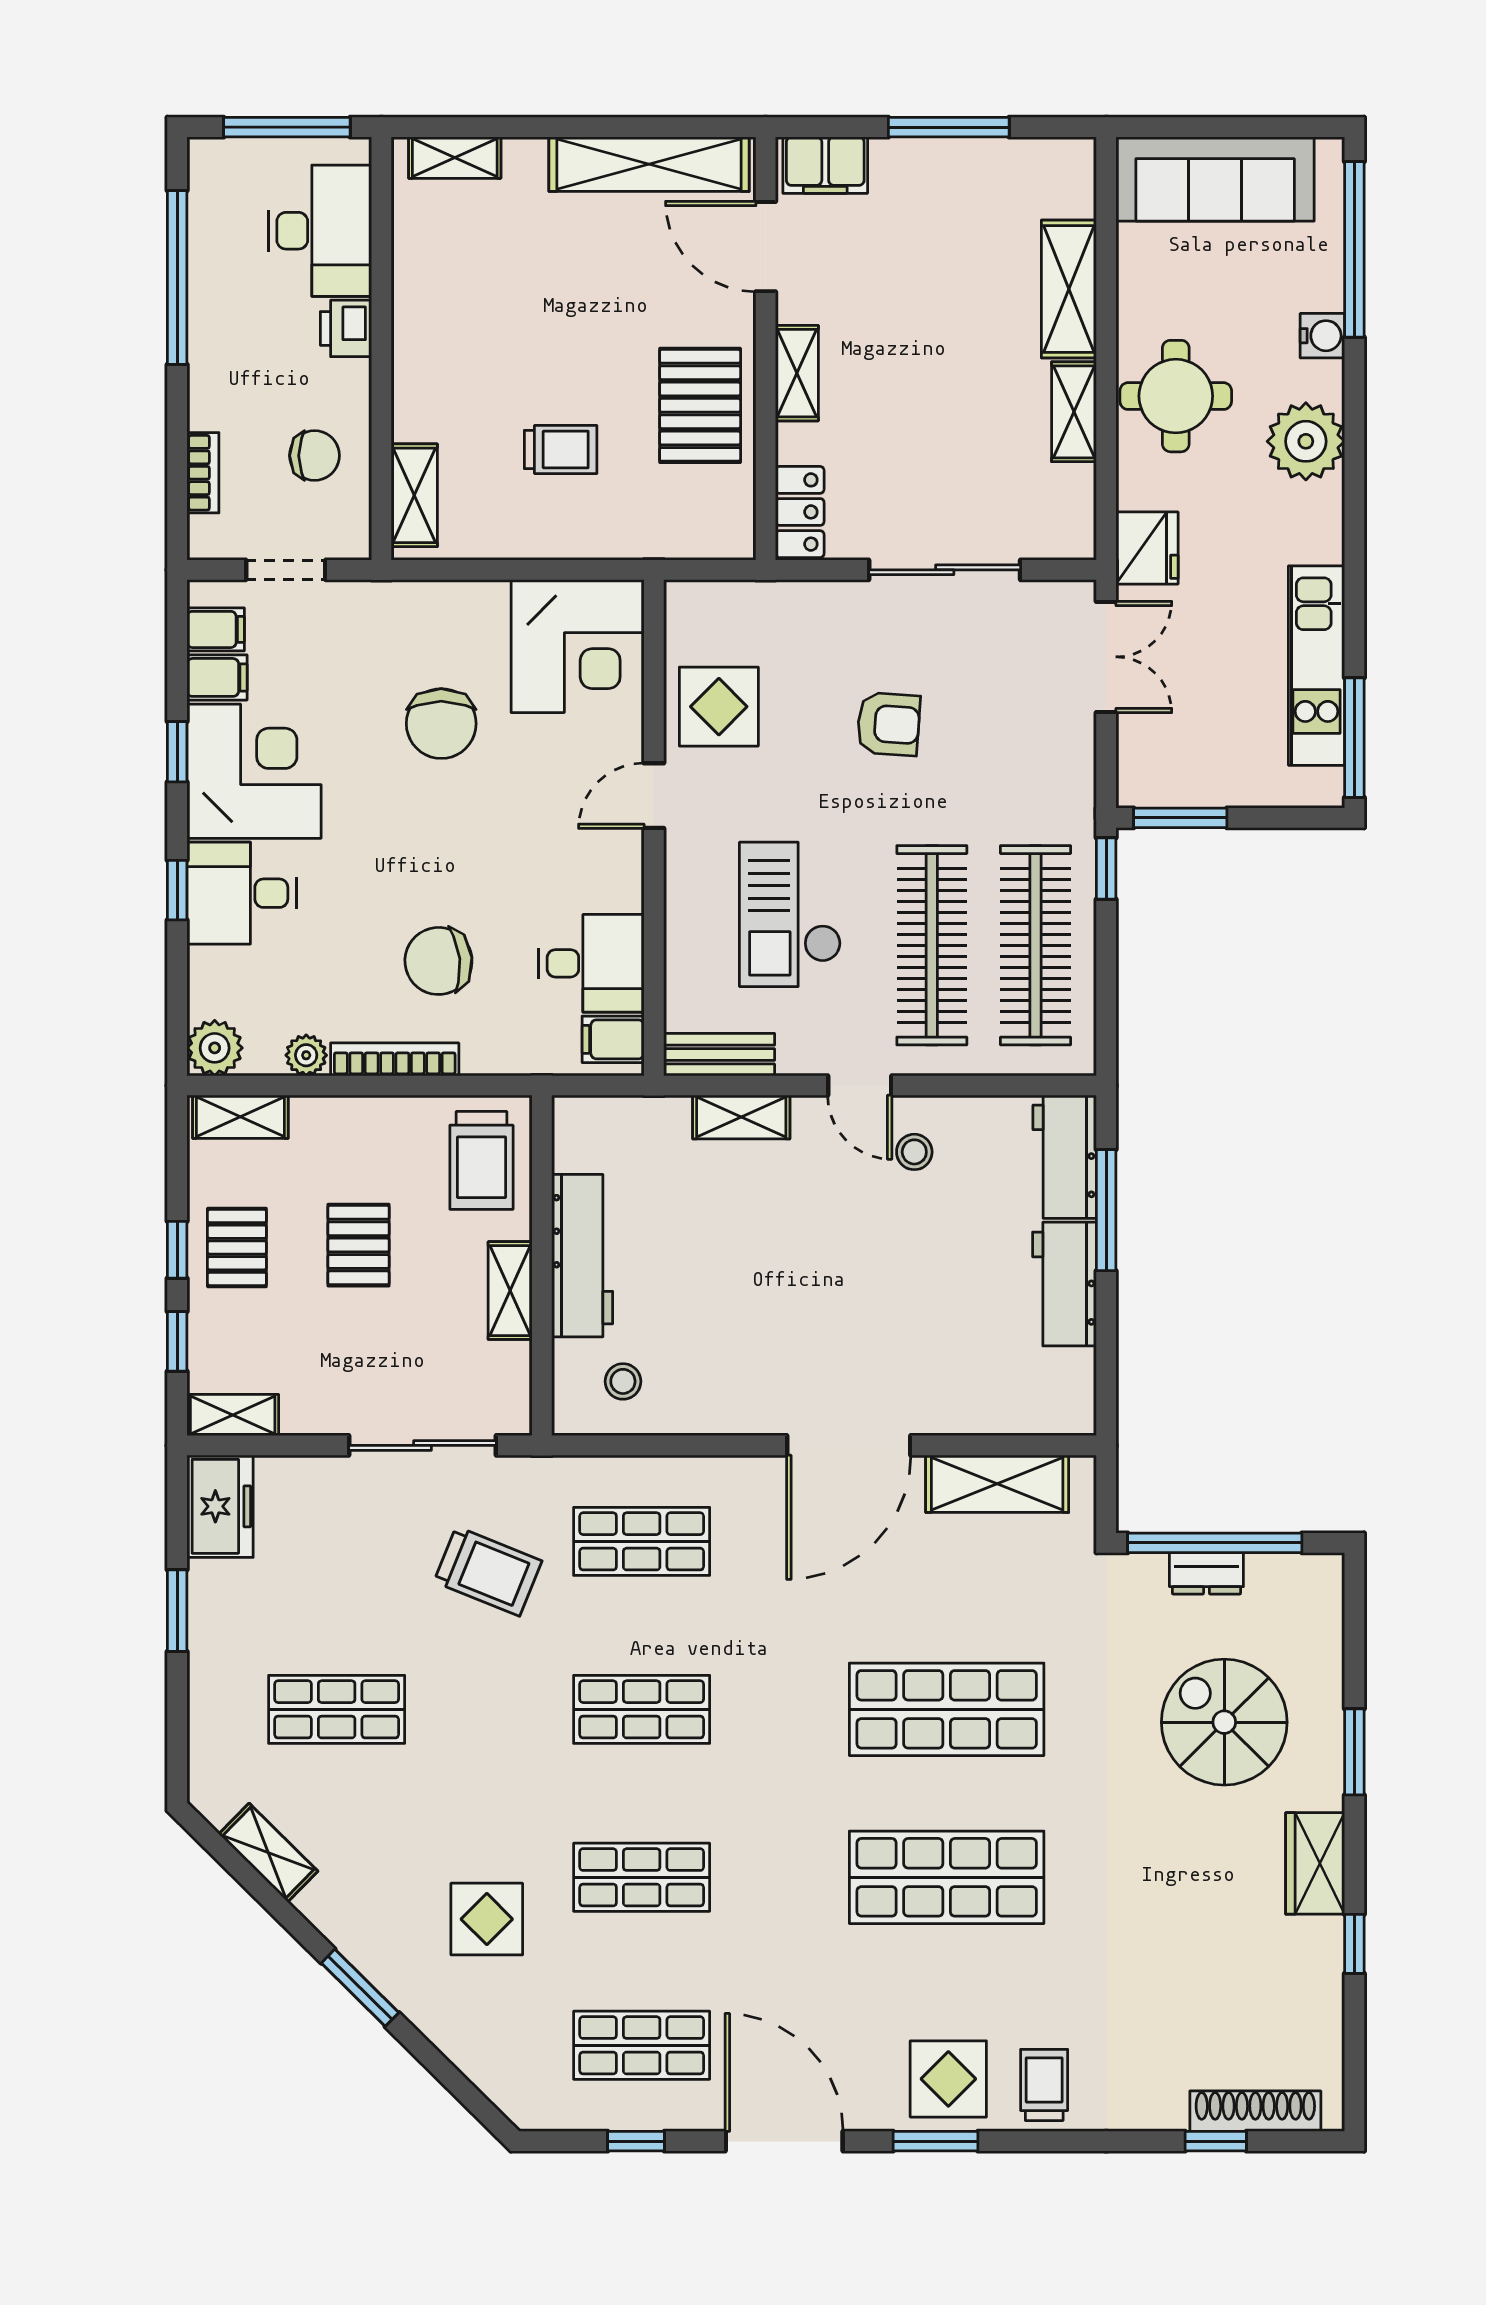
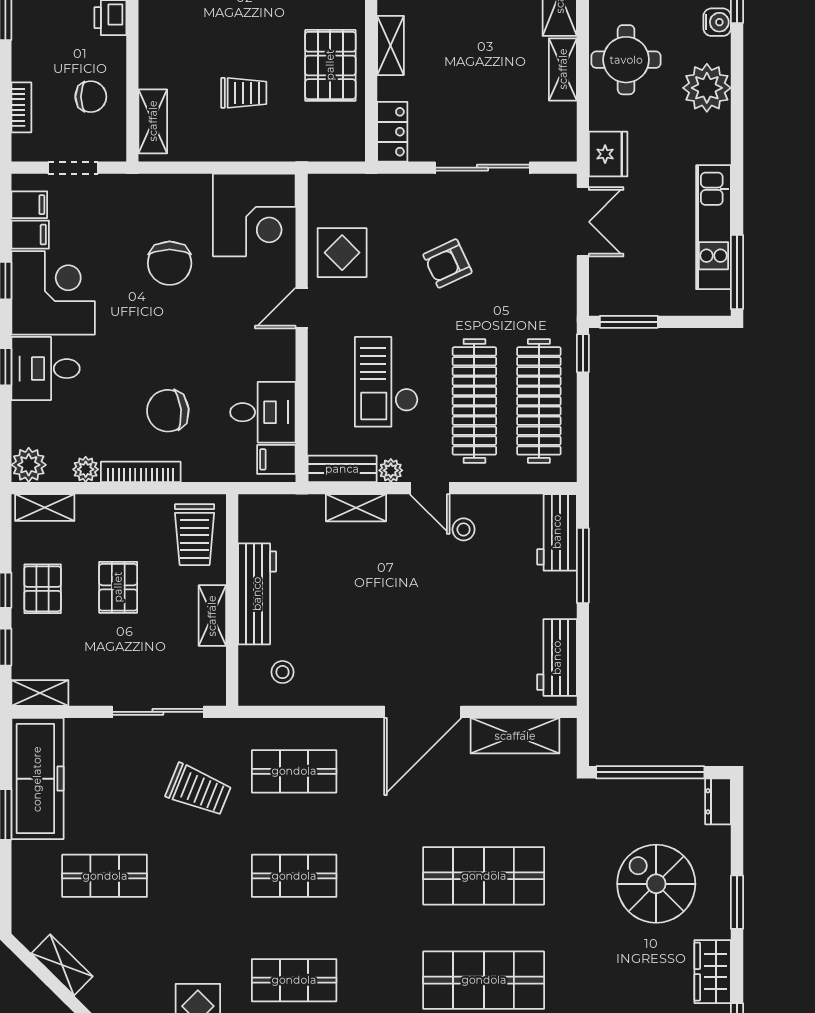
armchair: (888, 724) -> (447, 263), turned 151
plant: (797, 1057) -> (391, 470), added
workbench: (1065, 1284) -> (557, 658), moved
freezer: (220, 1506) -> (37, 779), width x1.91, depth x1.26
dresser: (1206, 1573) -> (718, 801), moved, turned 90

